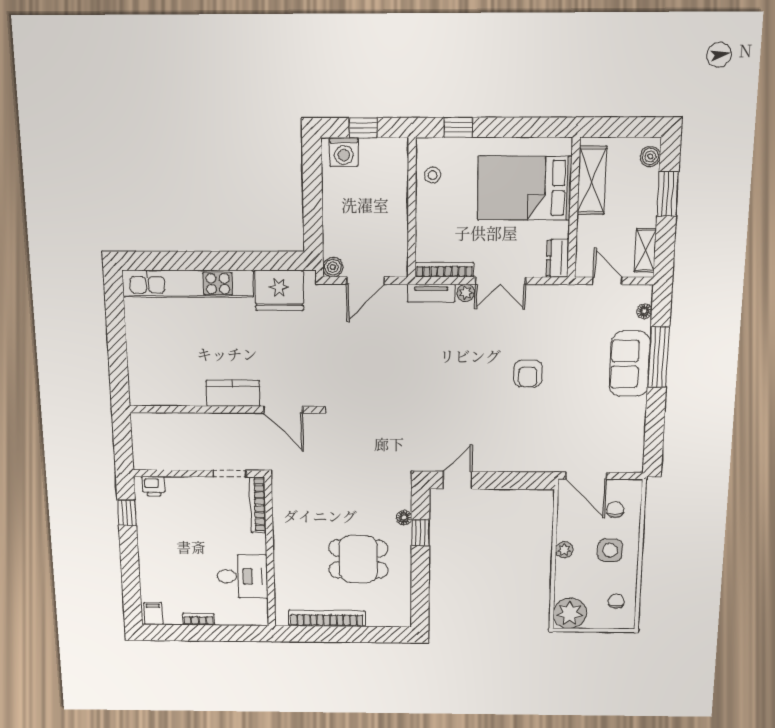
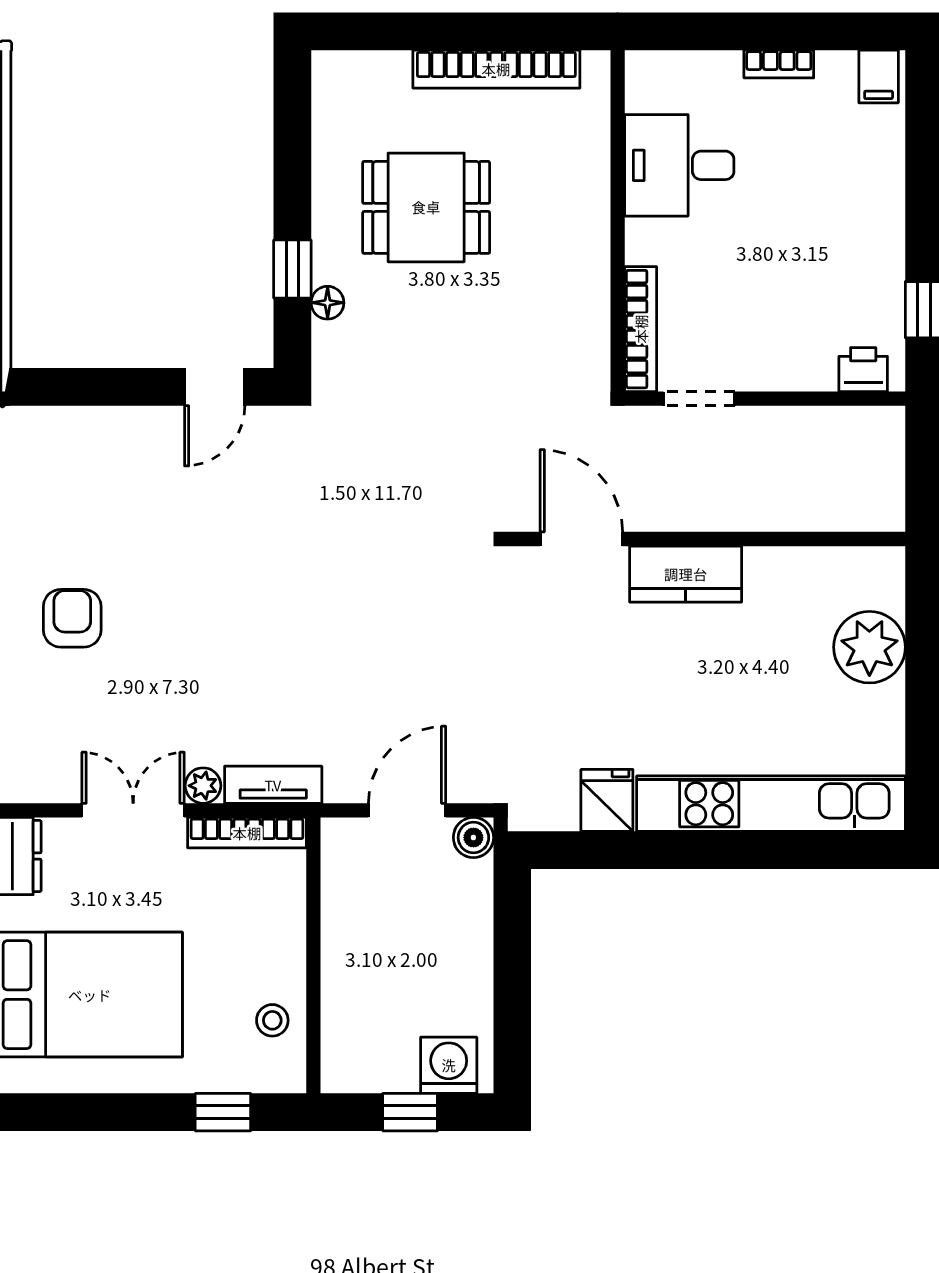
fridge: (279, 290) -> (607, 800), width x0.53, depth x0.75
plant: (144, 359) -> (869, 647), added

